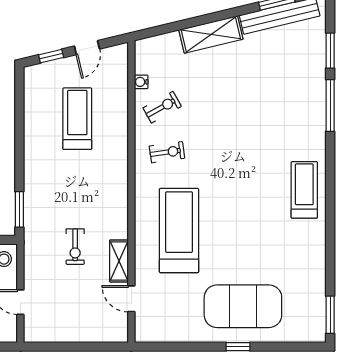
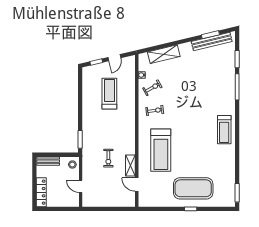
shelving: (211, 34) -> (164, 54), moved
treadmill: (304, 190) -> (224, 130), turned 180
treadmill: (179, 230) -> (161, 150), turned 180

